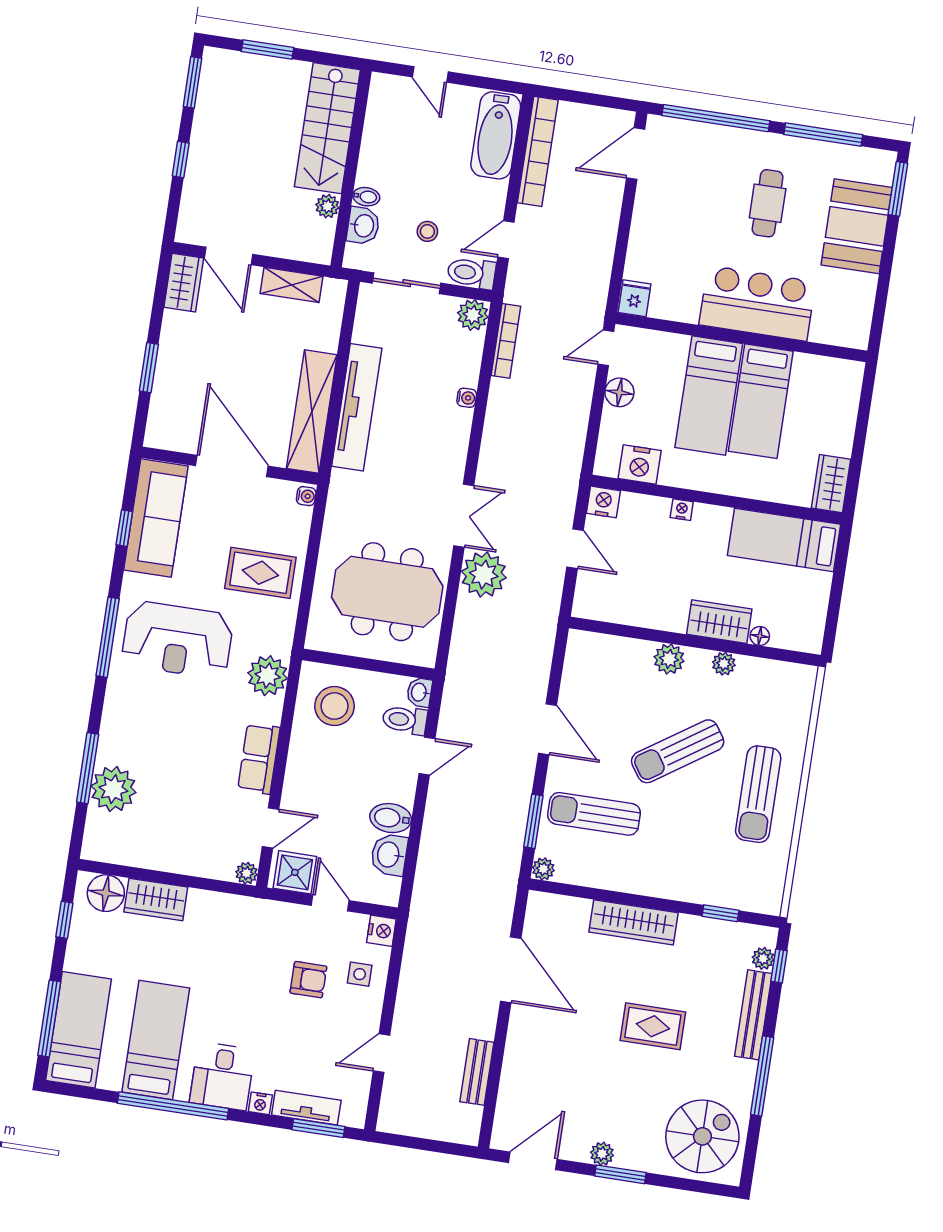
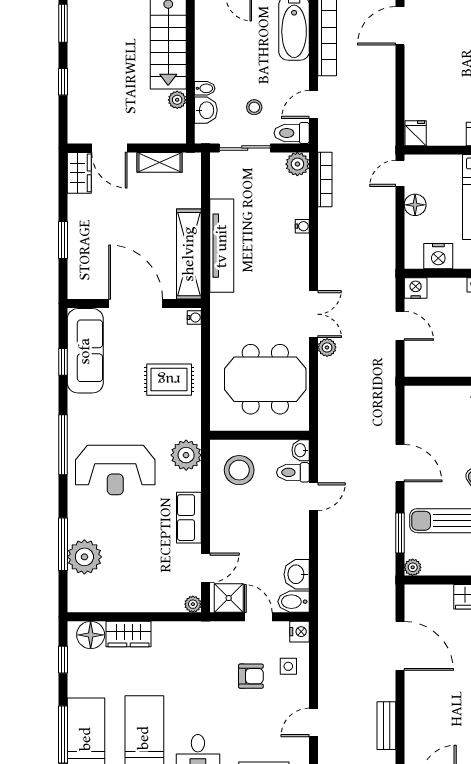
plant: (484, 575) -> (327, 347), width x0.53, depth x0.53
reception desk: (177, 640) -> (115, 470), moved
bidet: (391, 818) -> (294, 602), moved

